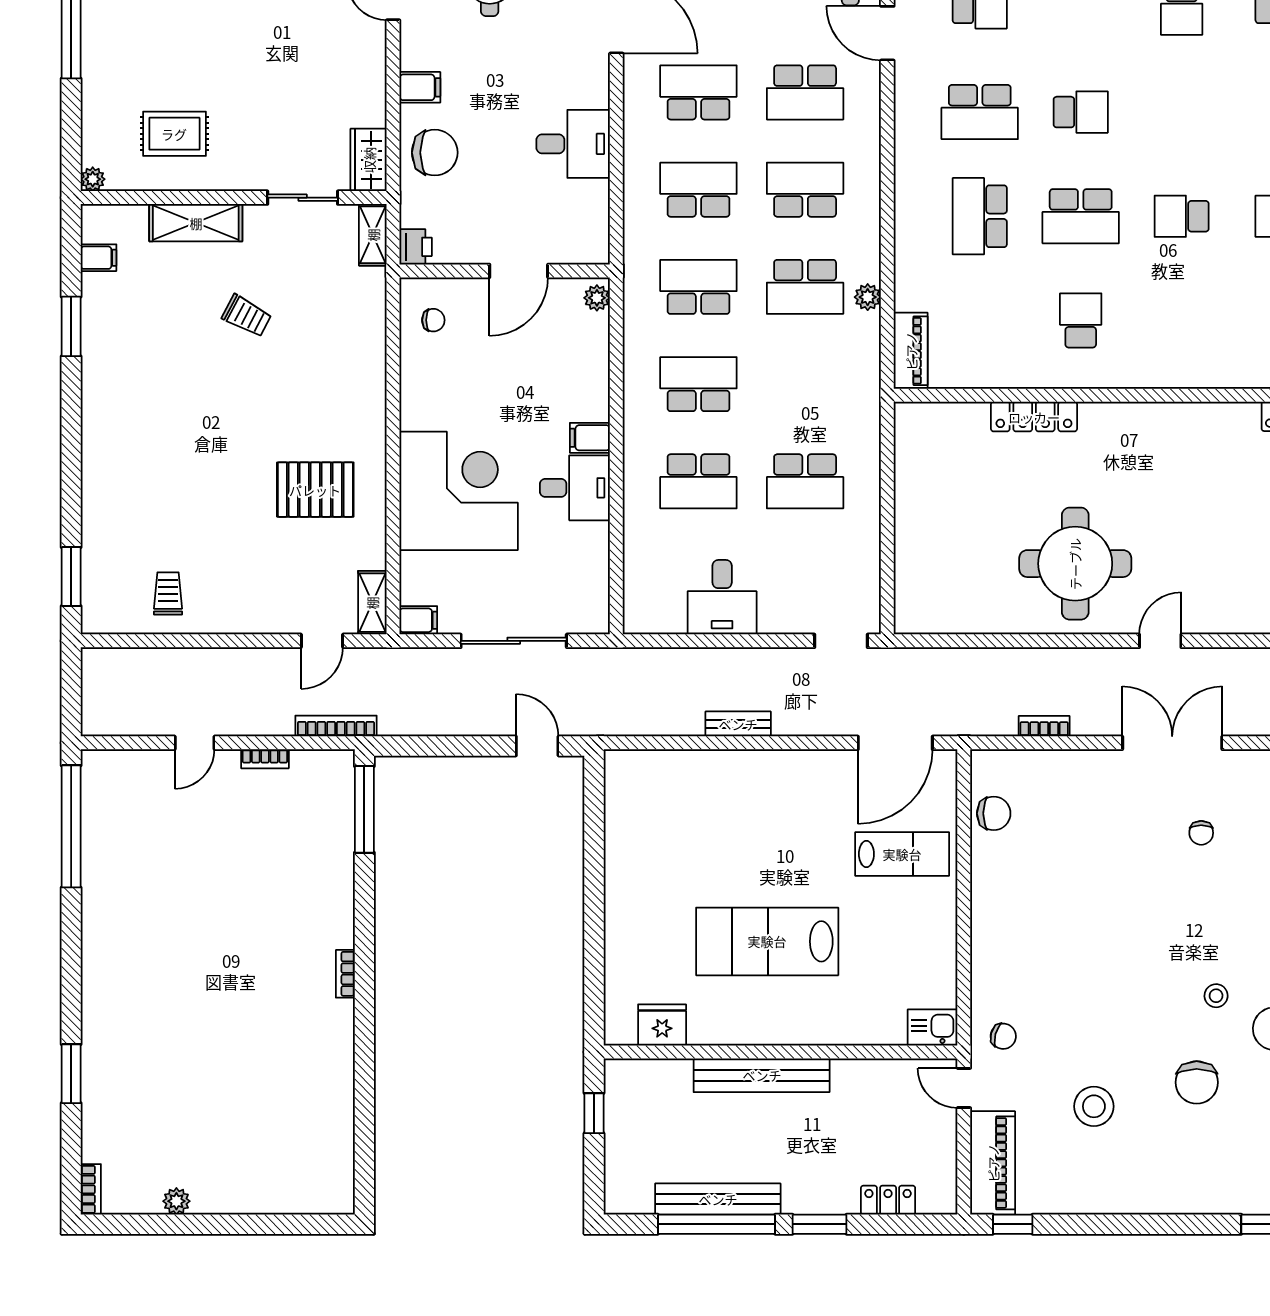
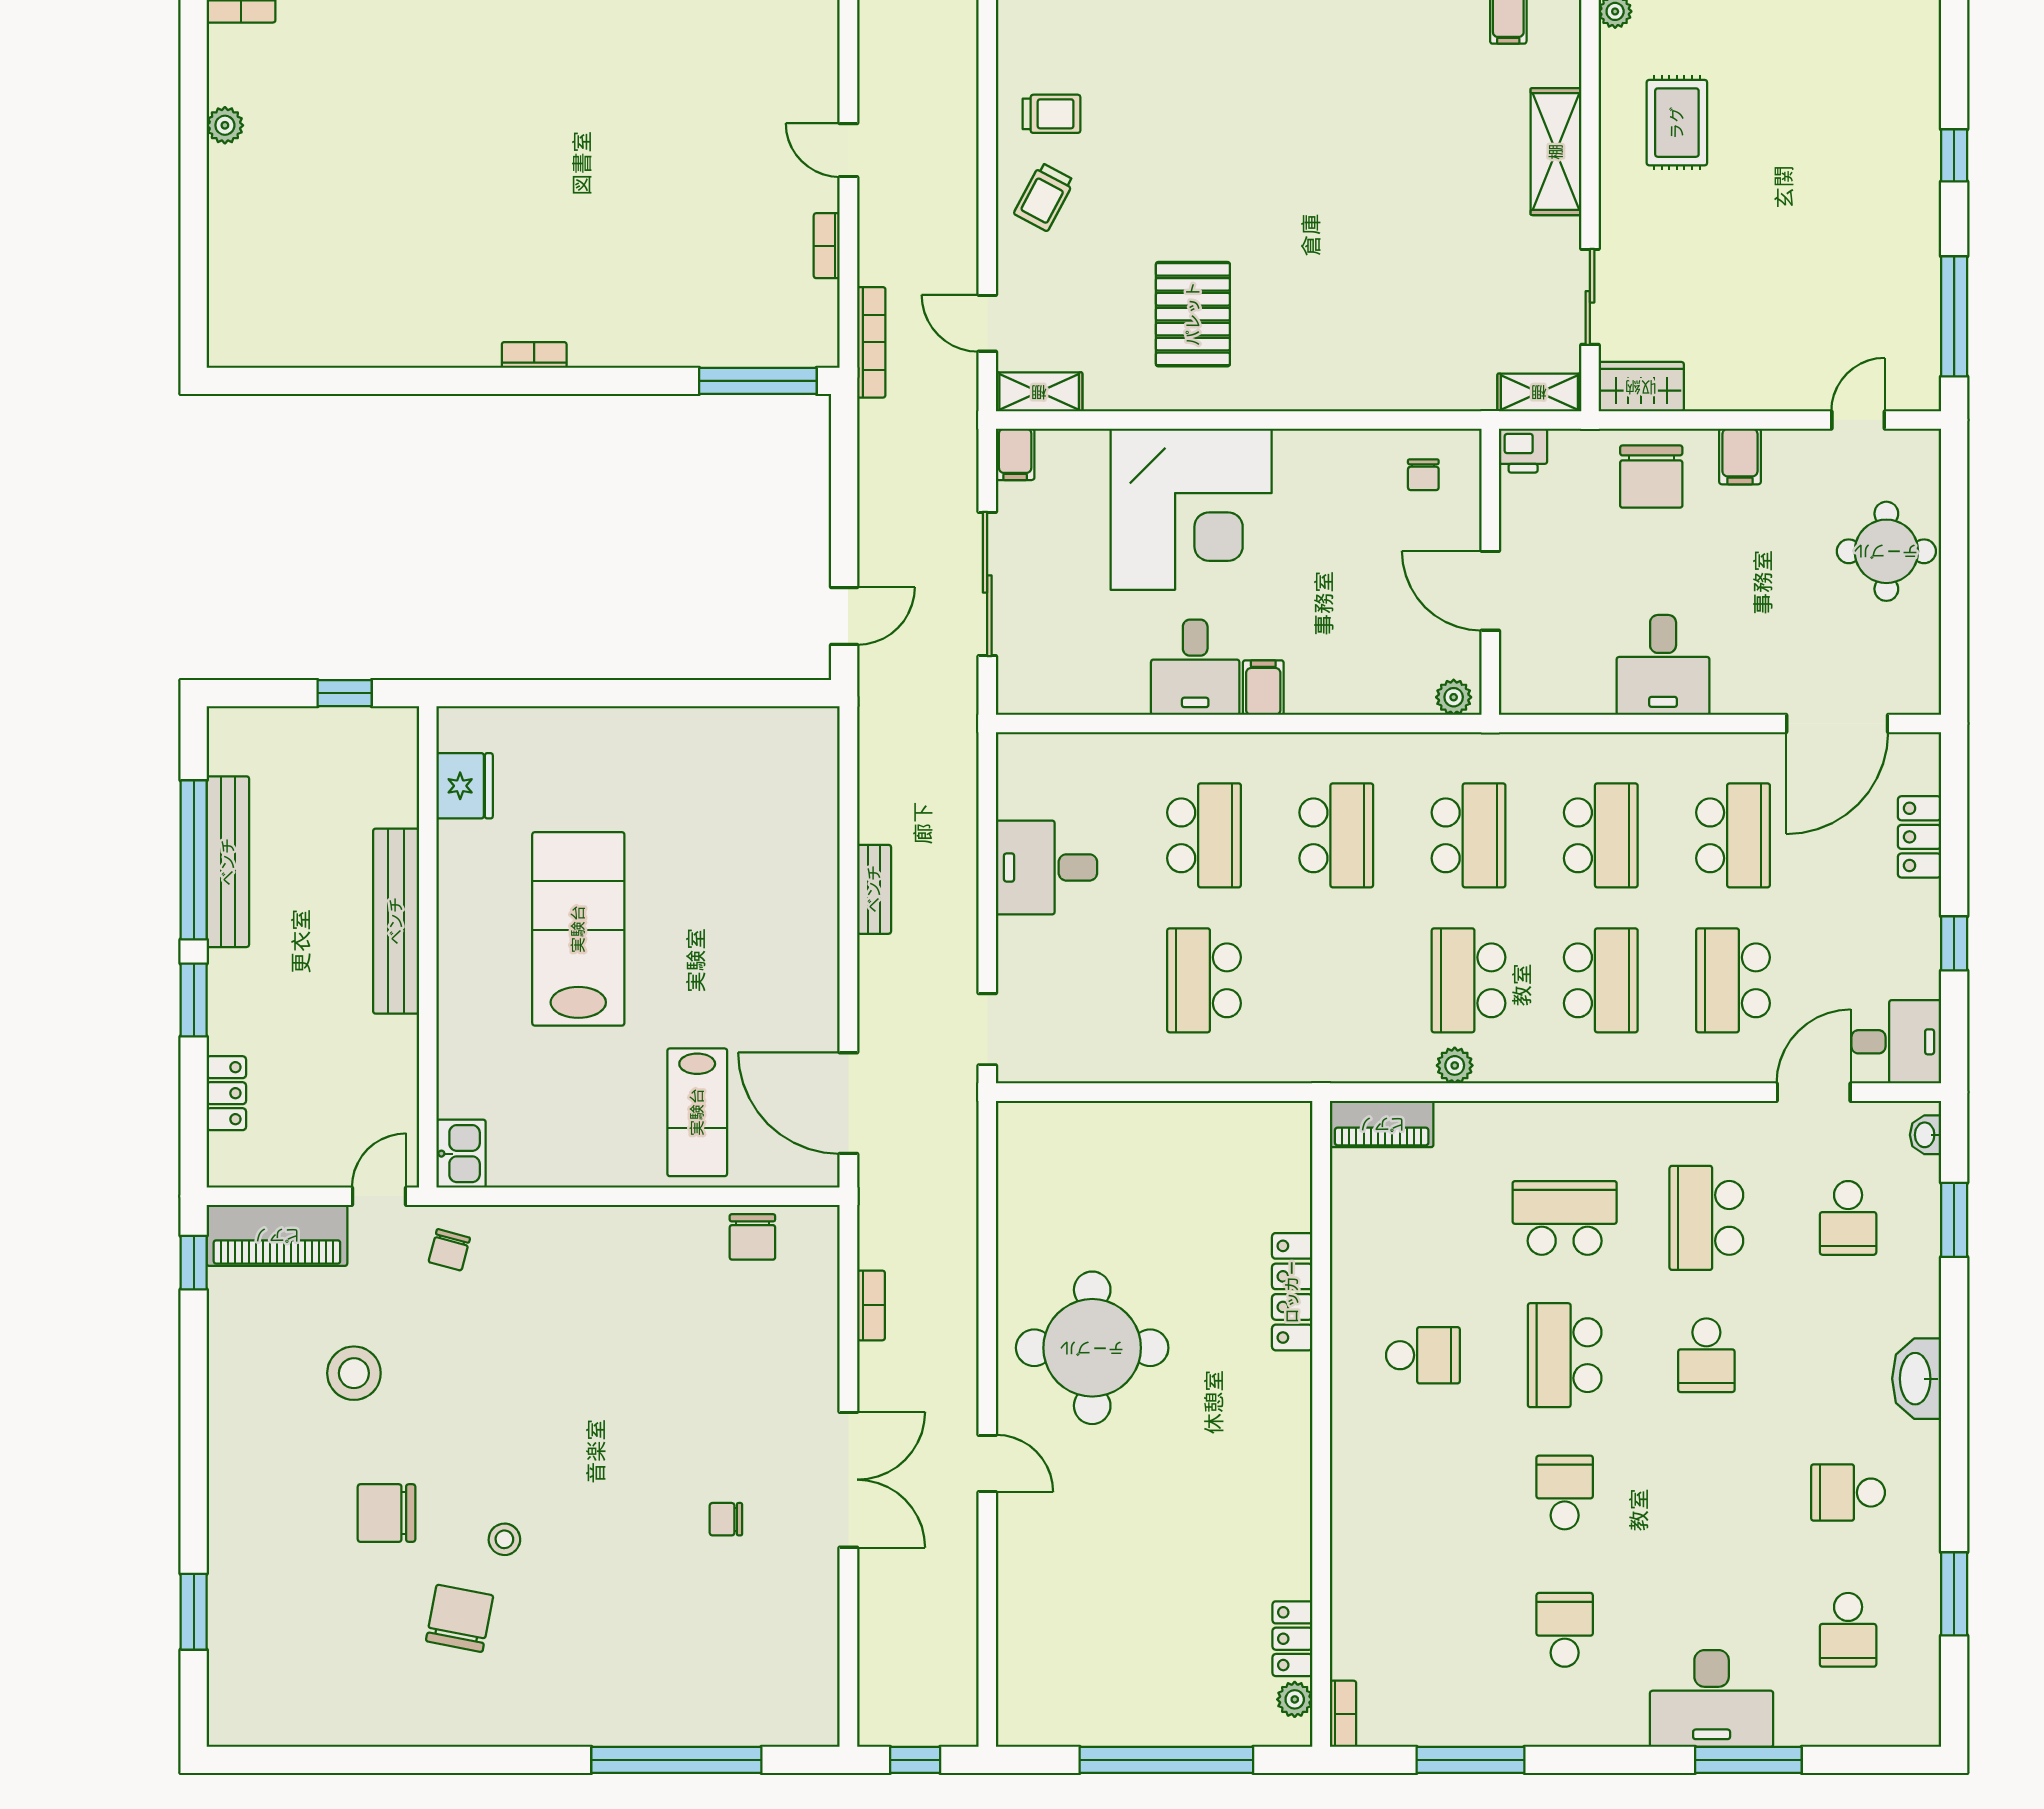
trolley: (247, 316) -> (1044, 197), moved
school desk: (698, 481) -> (1204, 835), turned 180

